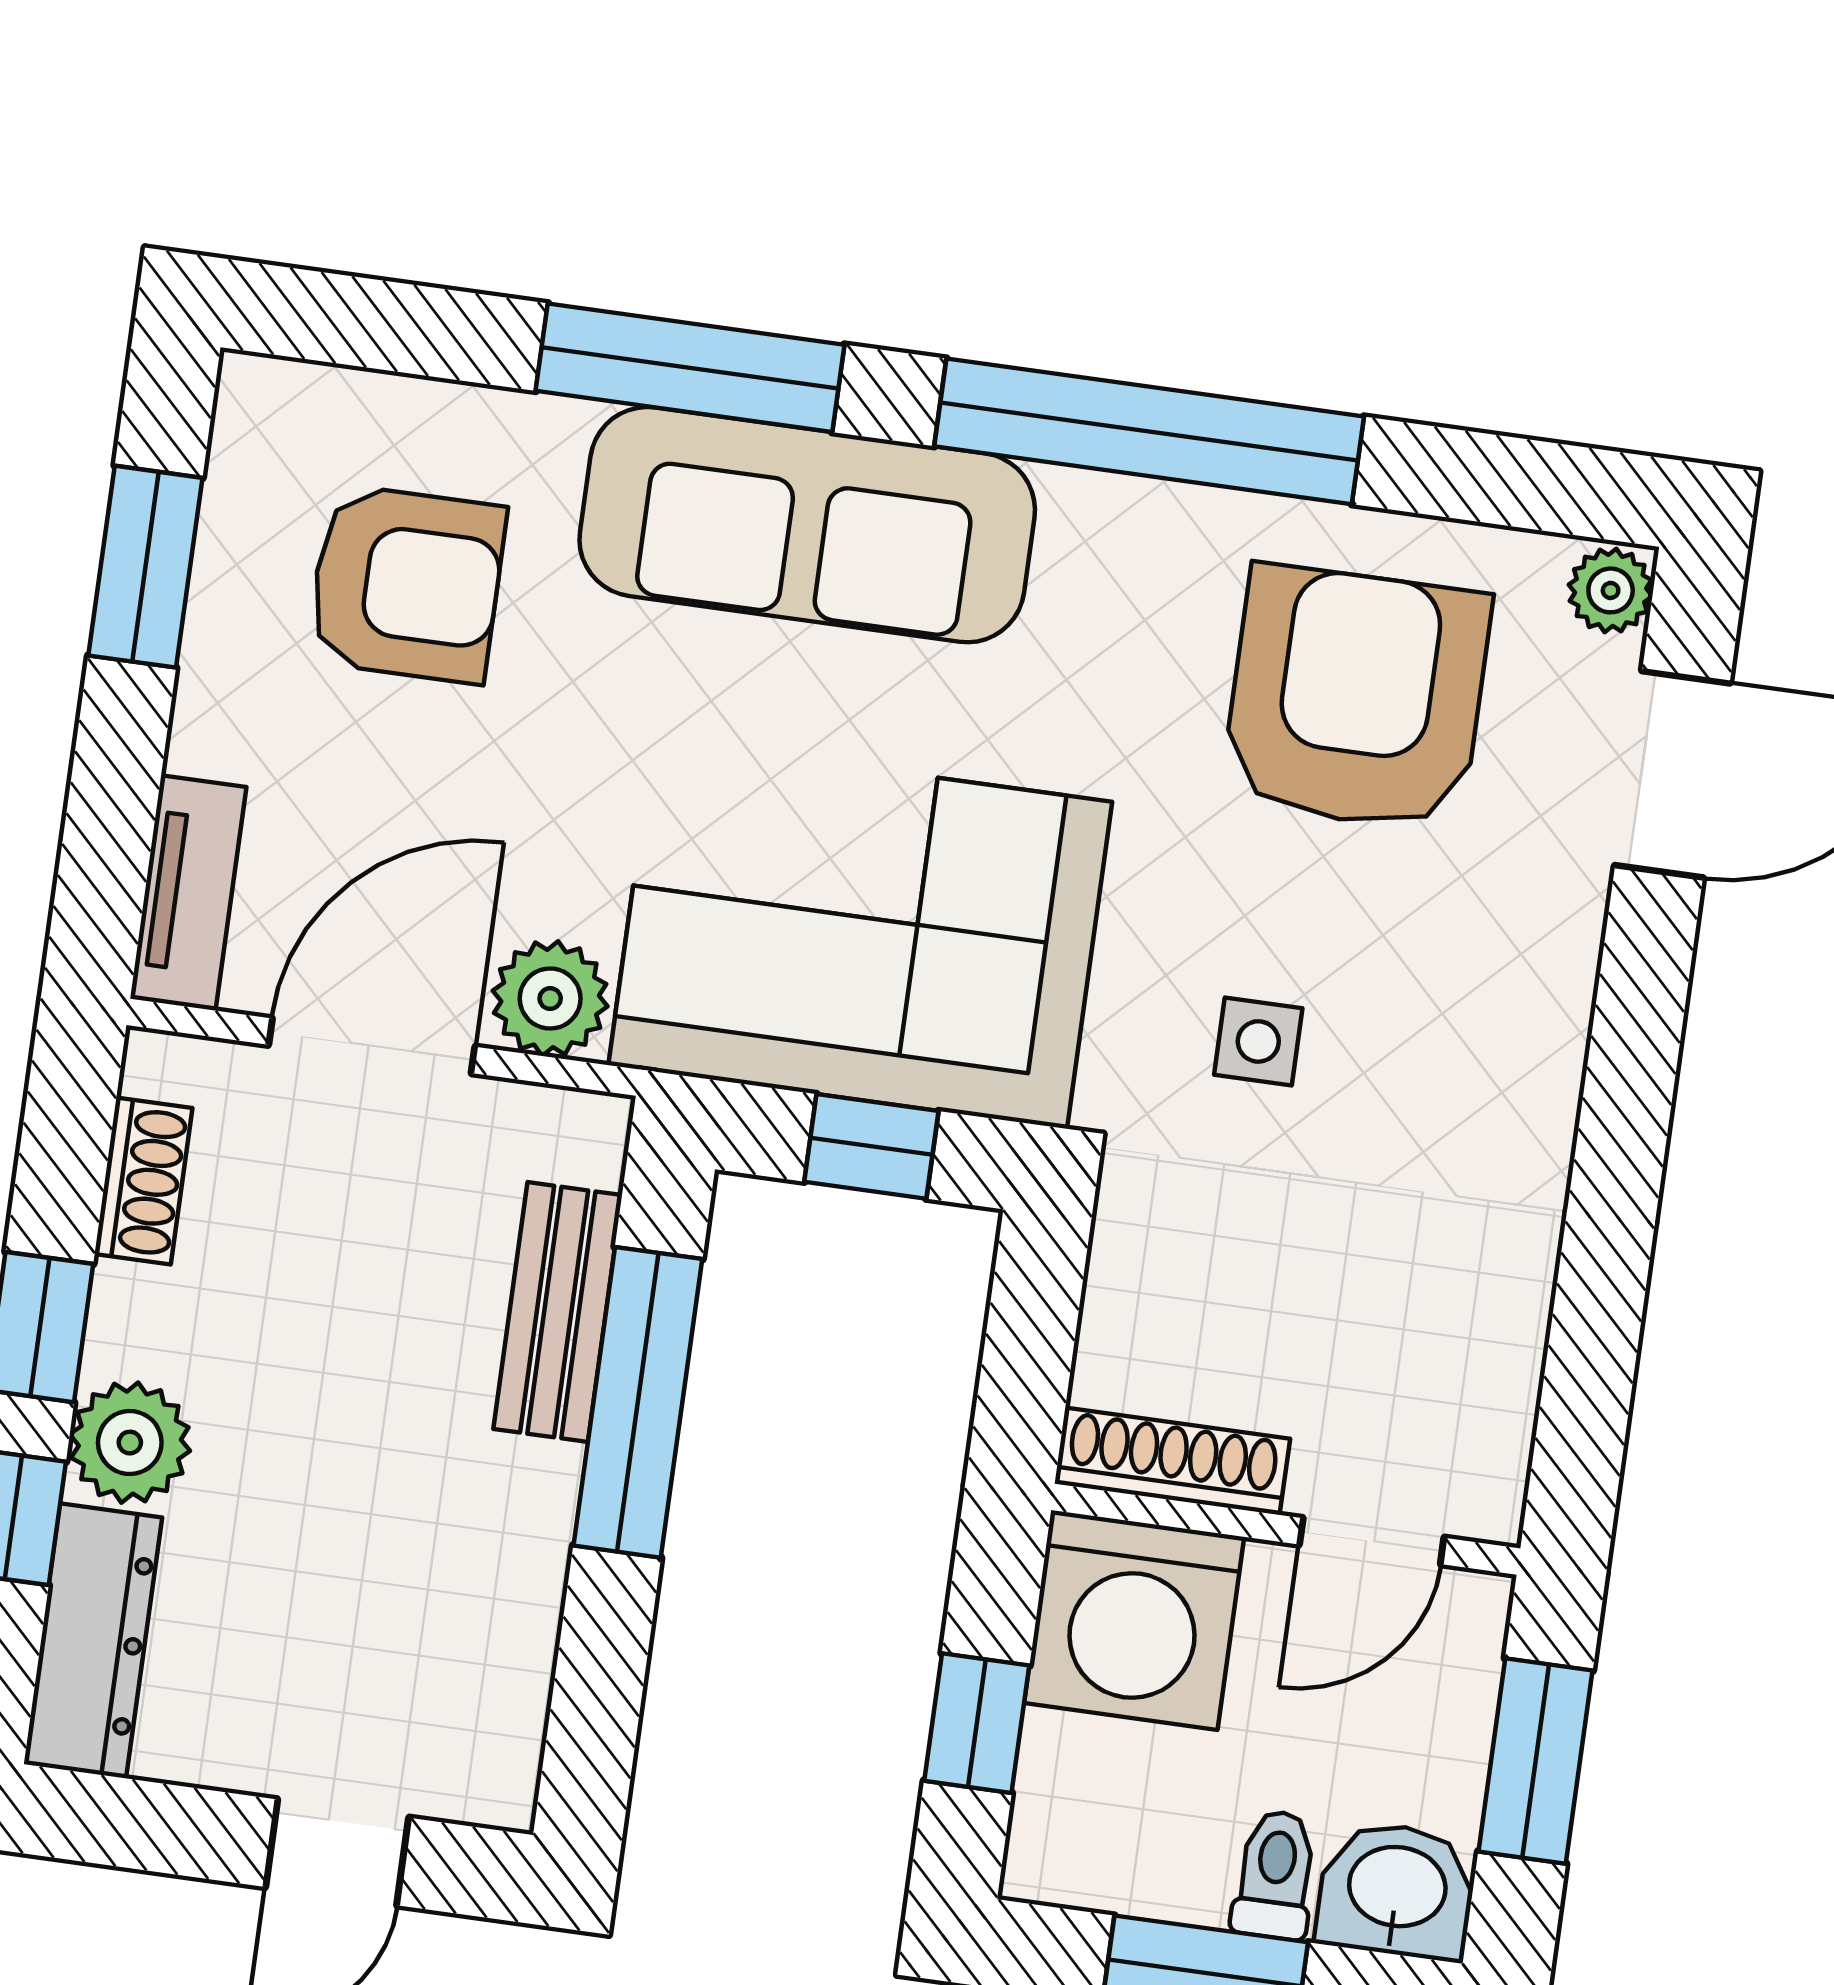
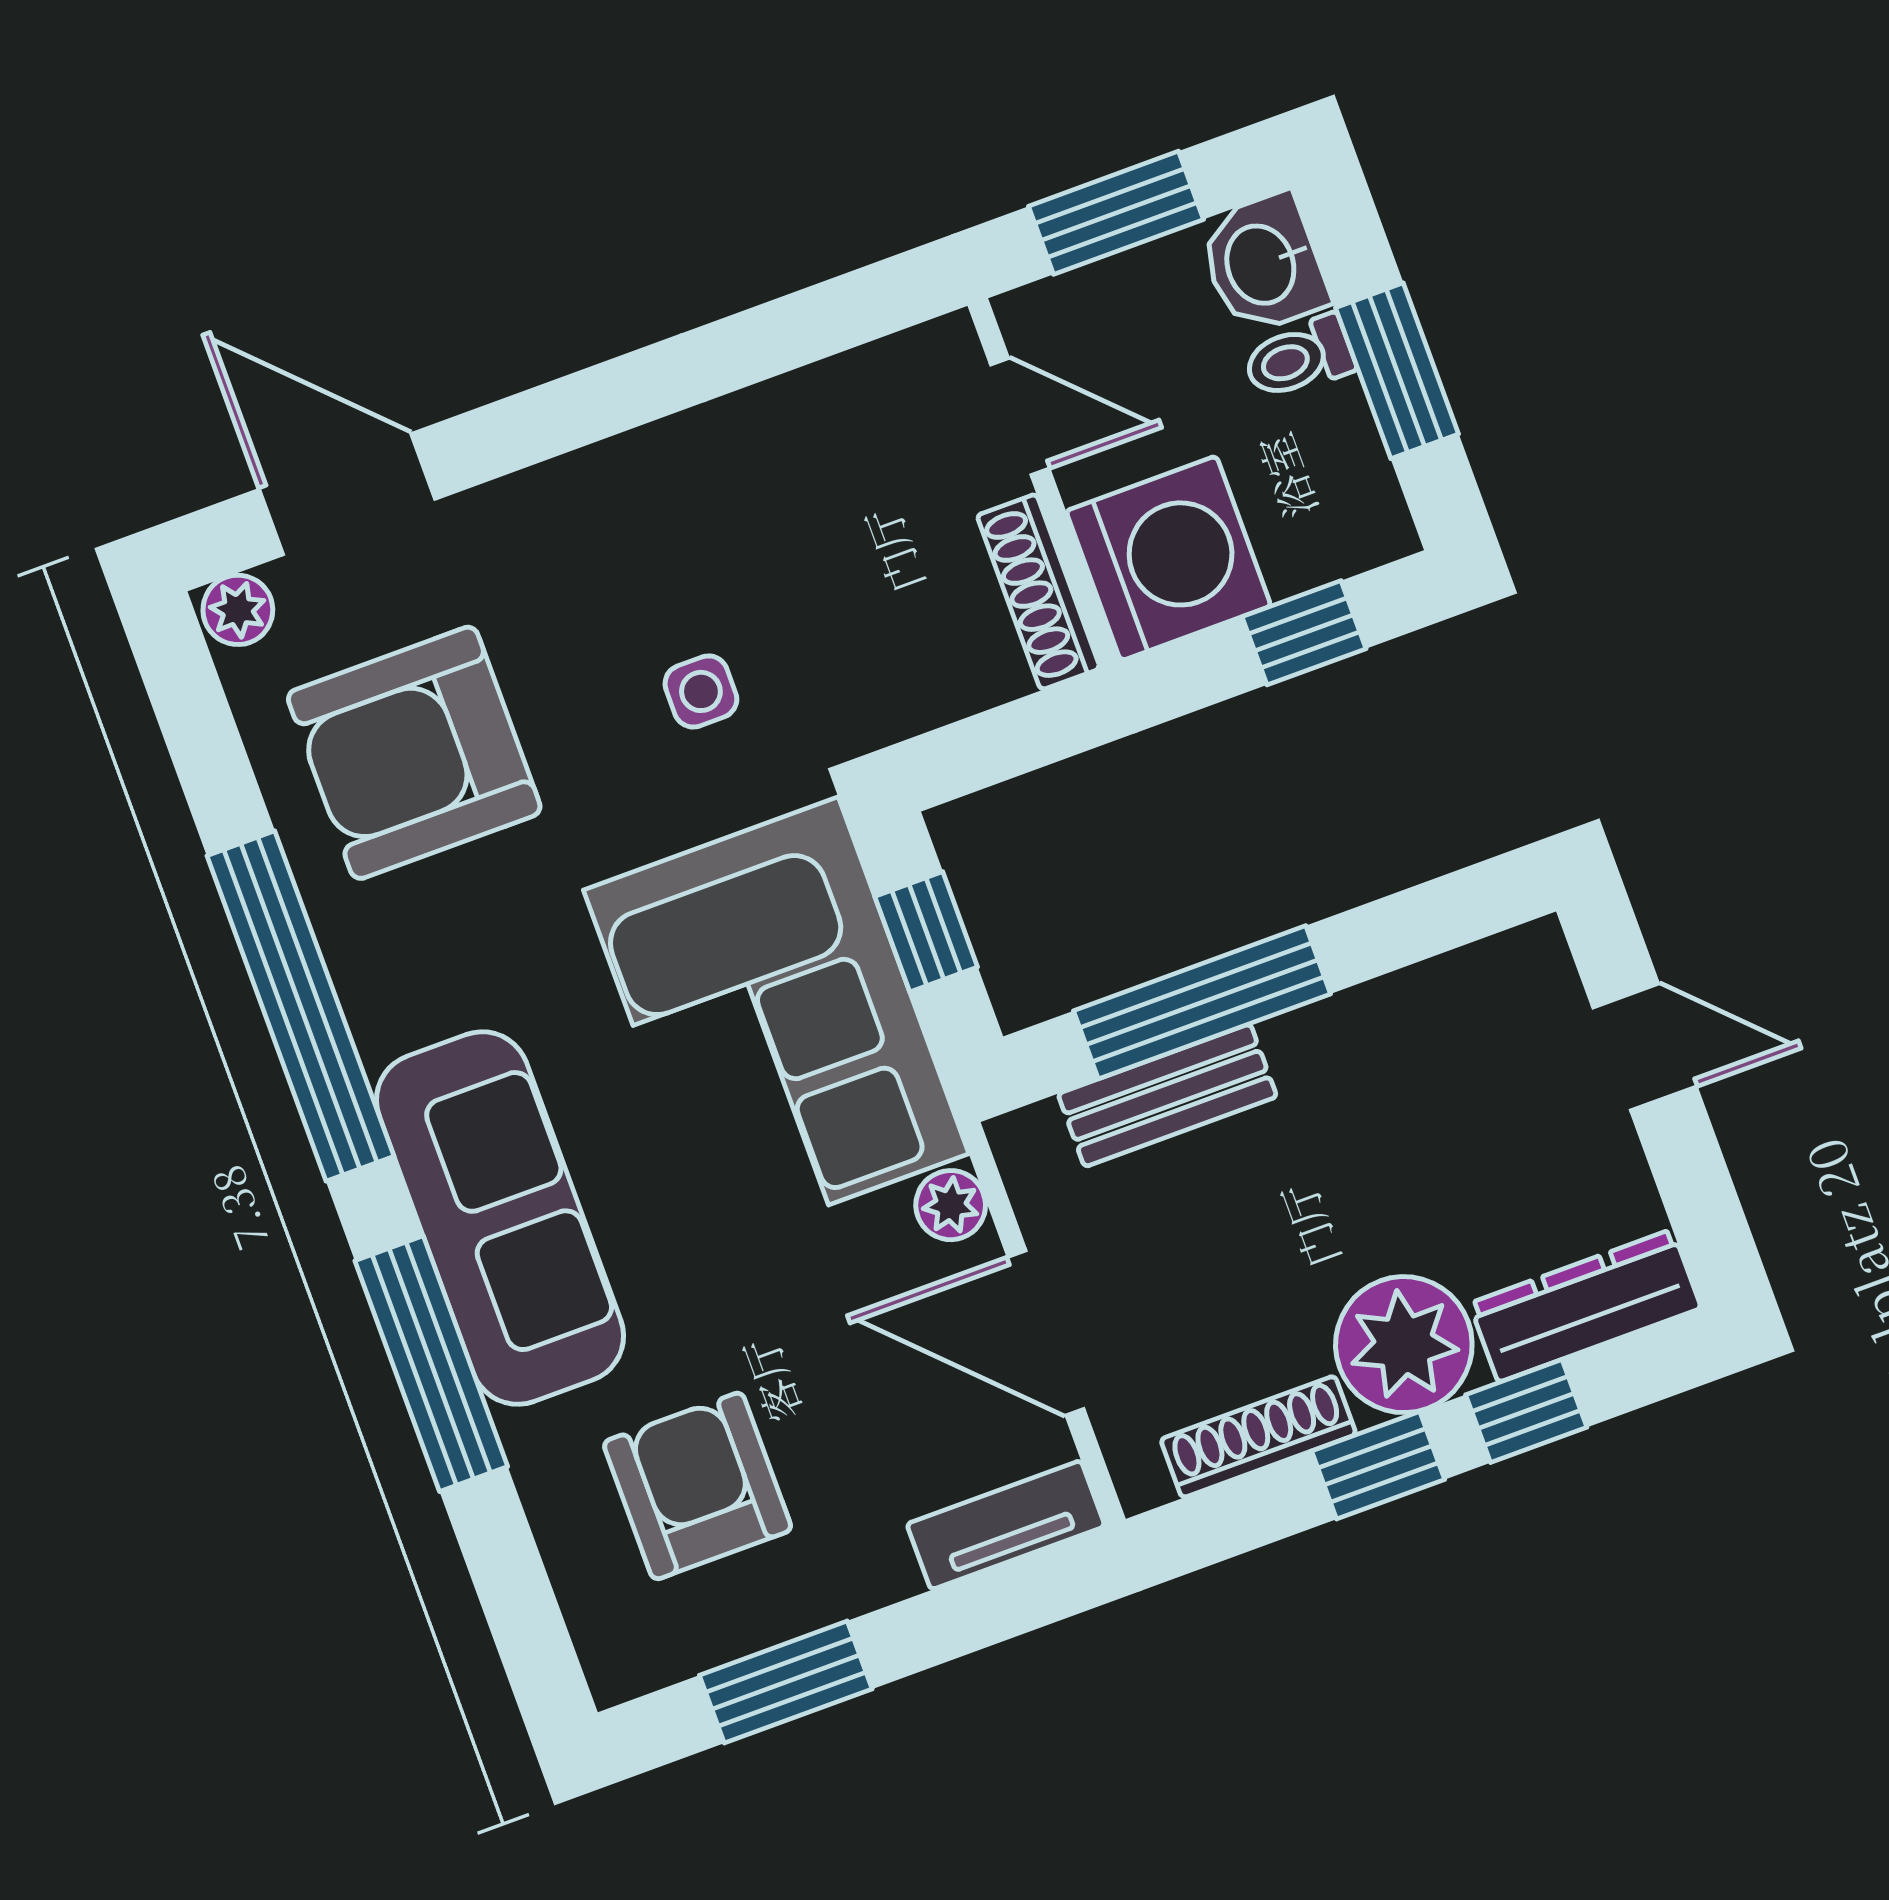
plant: (550, 999) -> (951, 1205), width x0.73, depth x0.73
shoe rack: (143, 1181) -> (1258, 1437), width x1.43
plant: (130, 1443) -> (1404, 1345), width x1.36, depth x1.36

